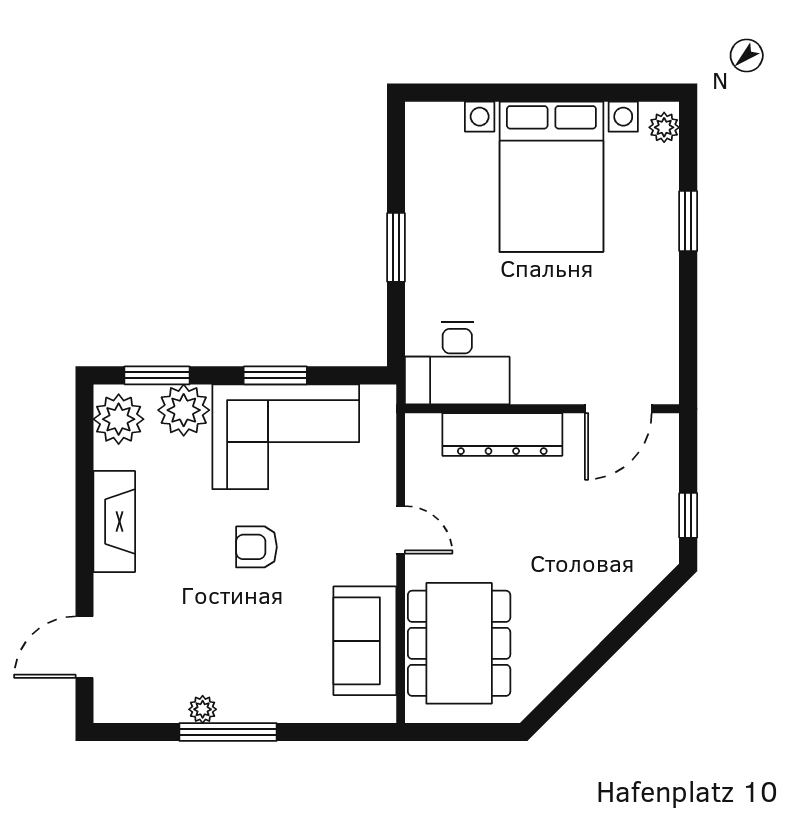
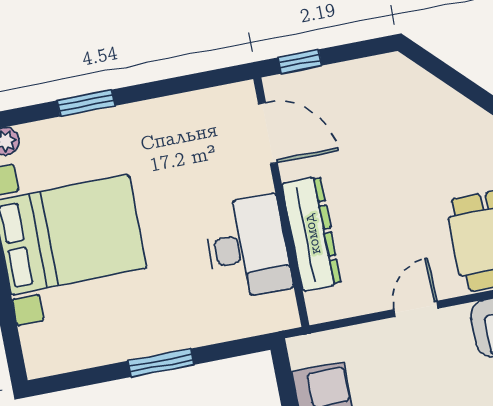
desk: (457, 363) -> (247, 247), moved
window: (688, 515) -> (300, 61), moved

